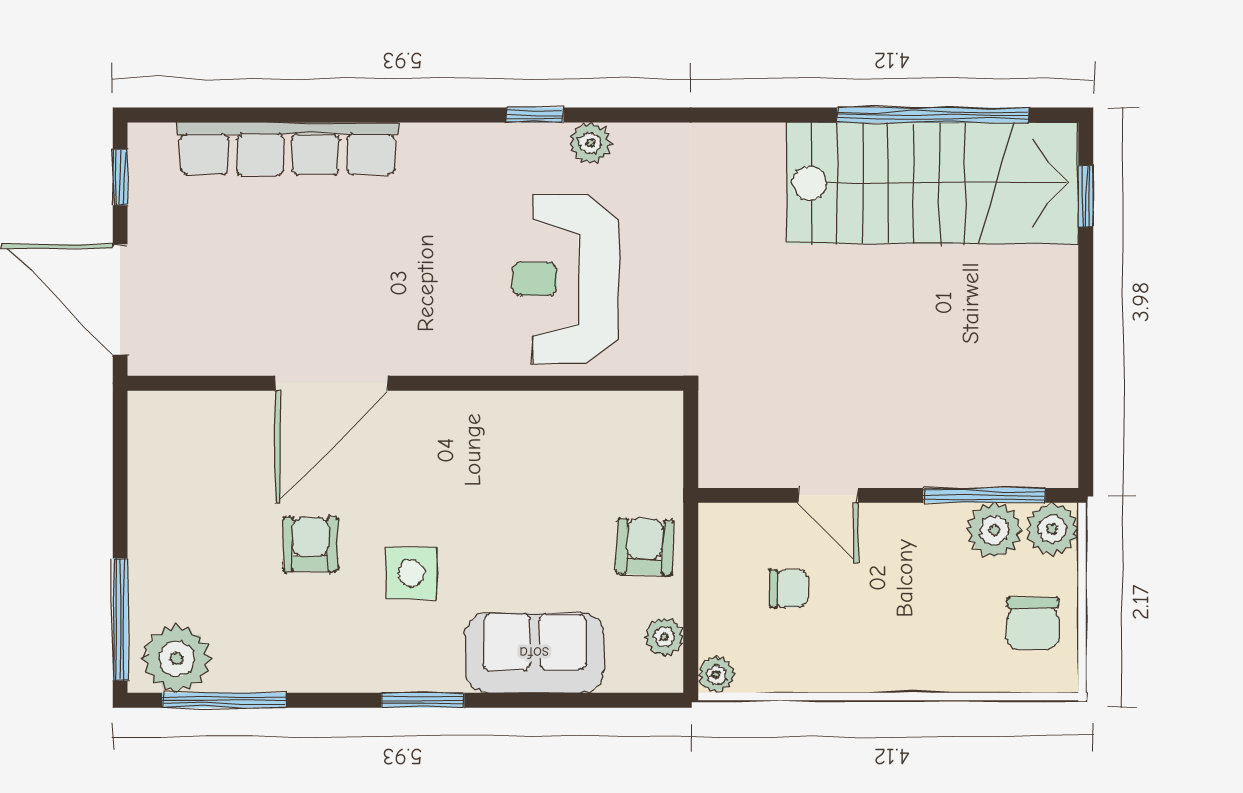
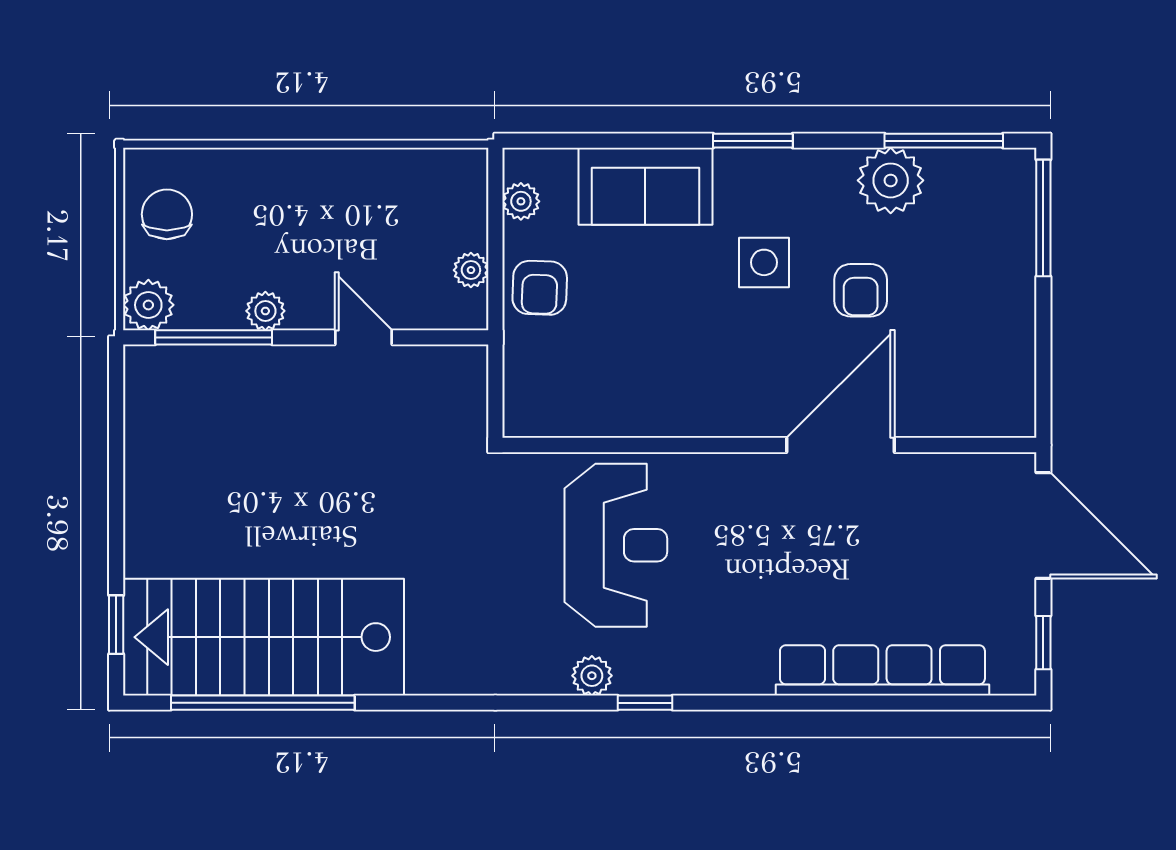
plant: (994, 530) -> (265, 311), moved, width x0.73, depth x0.73
chair: (789, 589) -> (401, 248), removed
plant: (177, 659) -> (891, 180), moved
plant: (716, 675) -> (471, 270), moved

